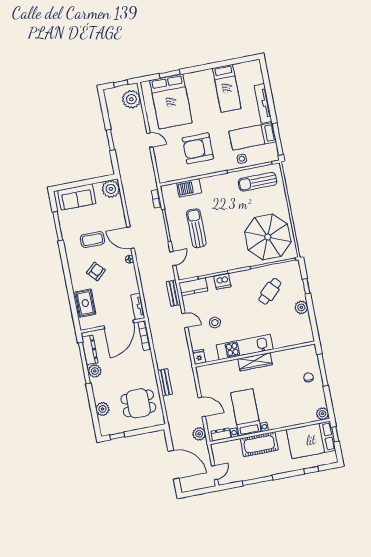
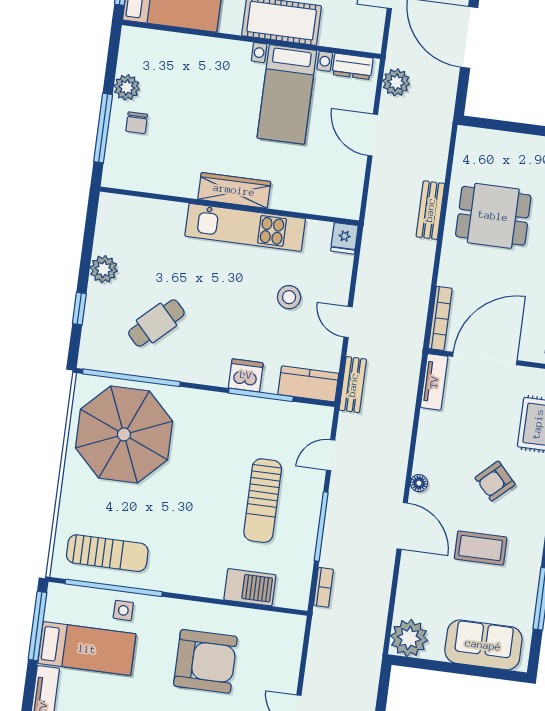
dining table: (138, 403) -> (493, 216), moved
plant: (322, 414) -> (127, 87), moved

